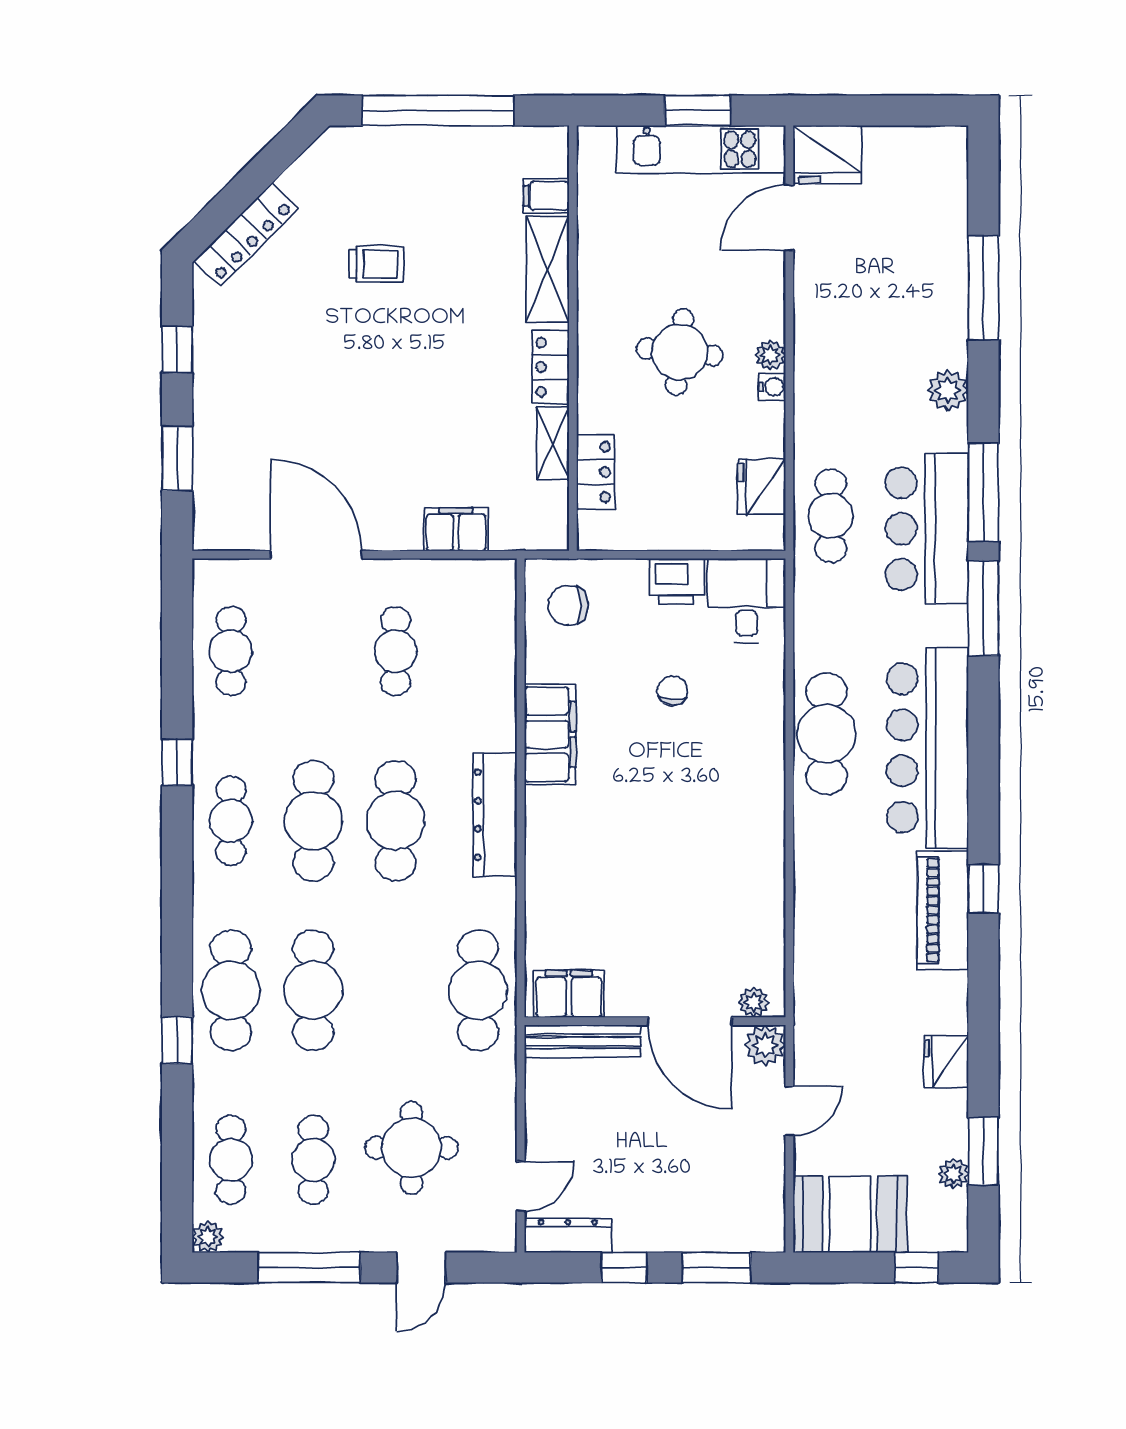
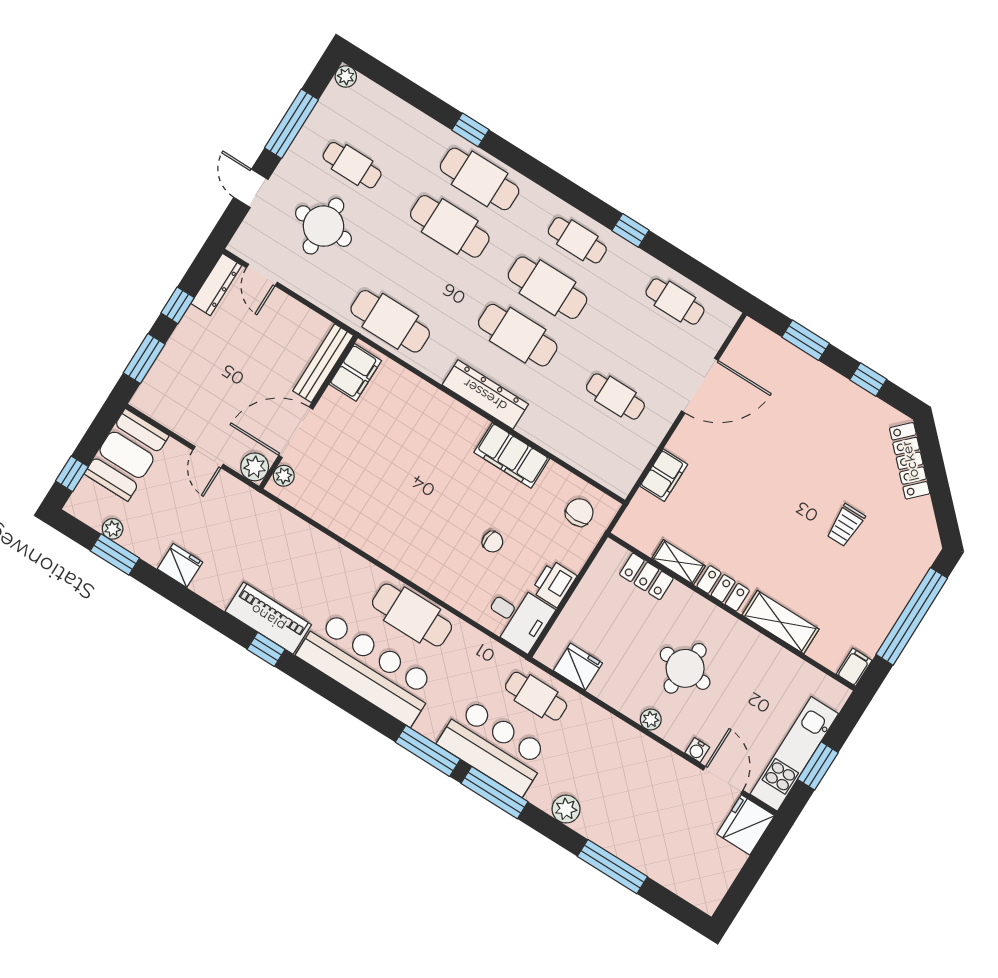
filing cabinet: (546, 196) -> (854, 667), moved
water cooler: (772, 387) -> (697, 750), moved
cafe table: (231, 1160) -> (382, 118), removed

